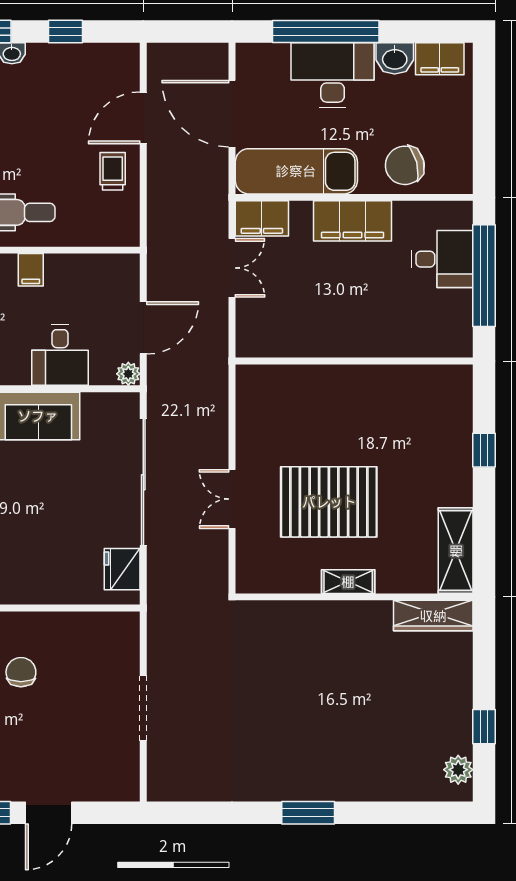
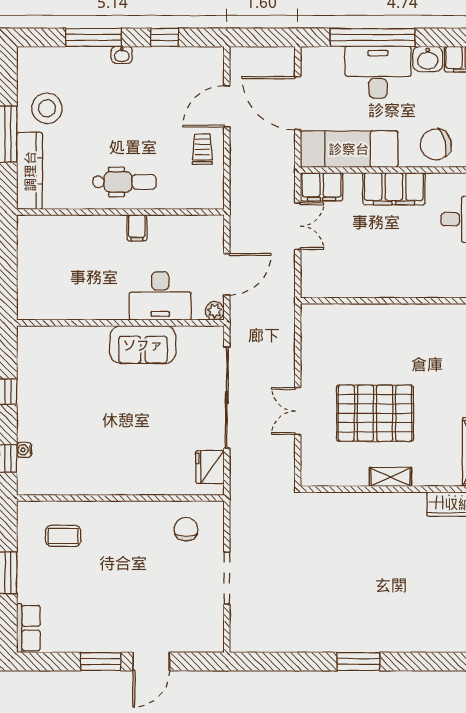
desk: (60, 355) -> (160, 296), width x1.37
chair: (21, 672) -> (186, 529), moved

